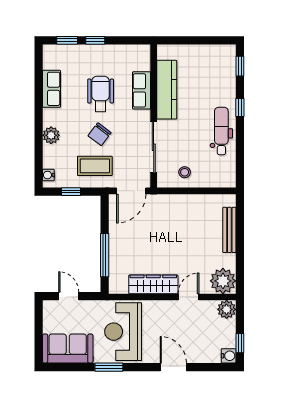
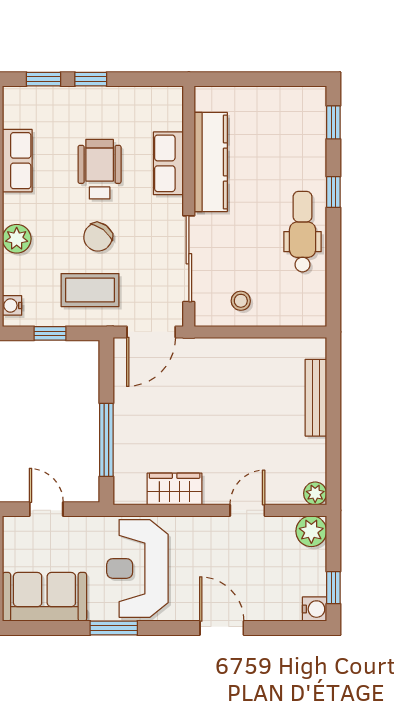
plant: (223, 281) -> (315, 493), width x0.53, depth x0.53
wardrobe: (153, 284) -> (175, 489), width x0.67

